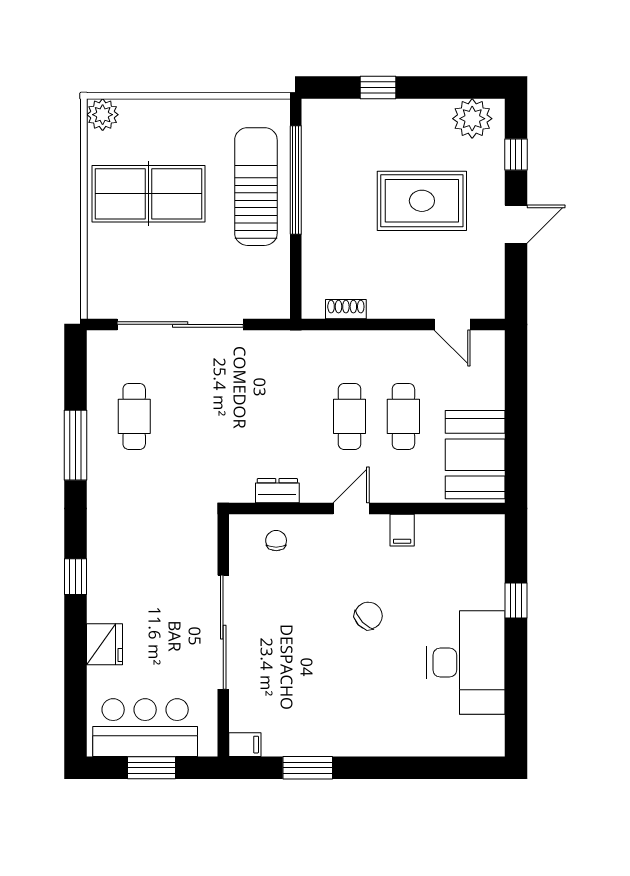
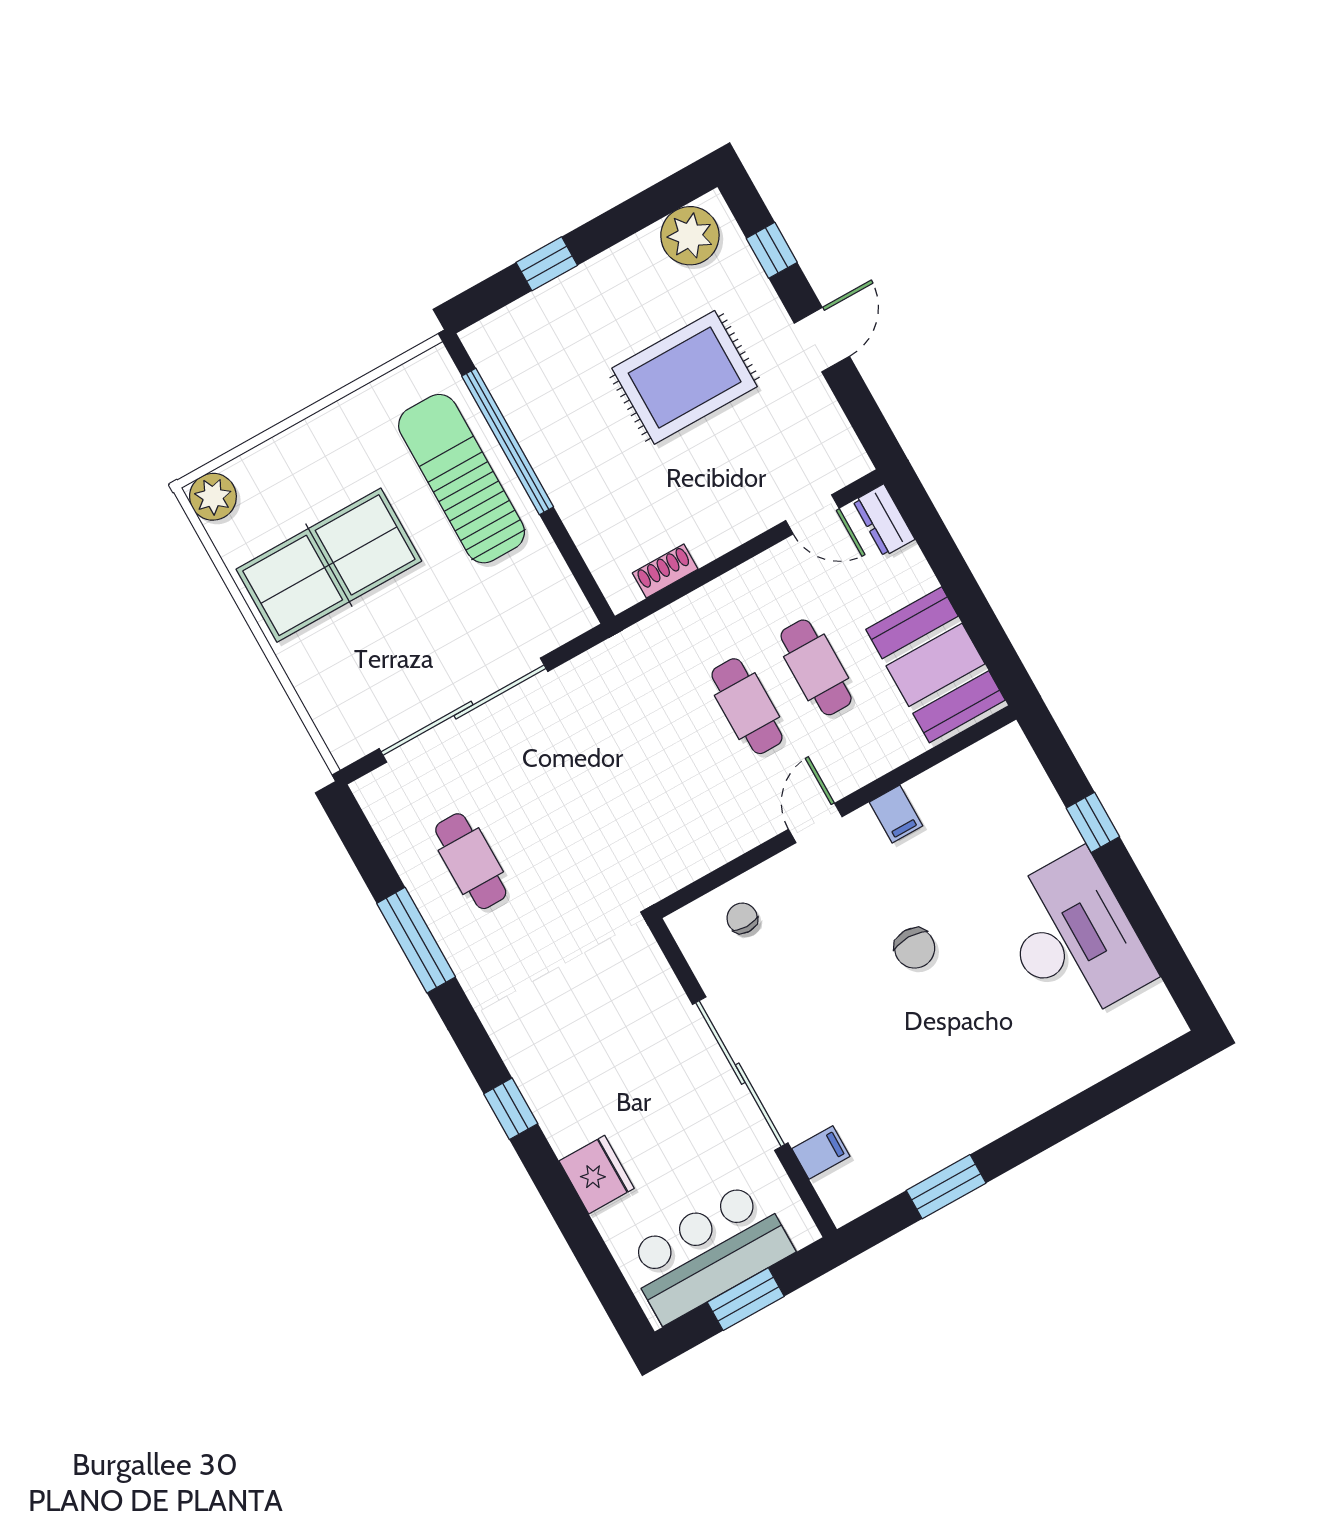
dresser: (277, 491) -> (884, 520), moved, turned -90
chair: (368, 616) -> (915, 948), turned 134
filing cabinet: (245, 745) -> (821, 1153), moved

